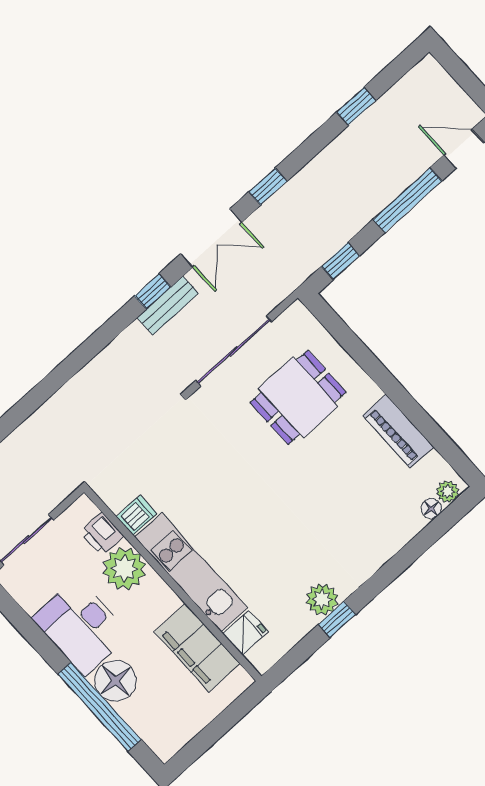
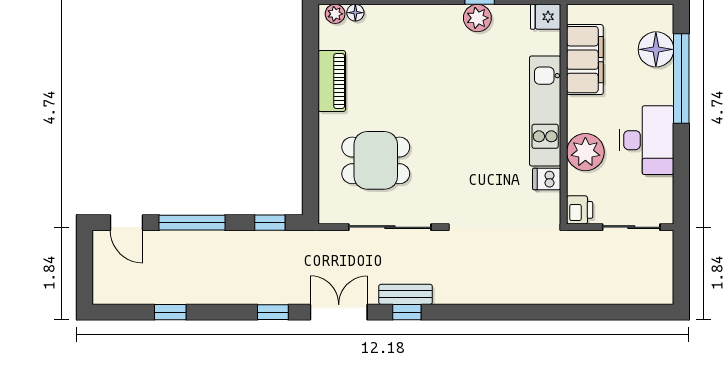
printer: (102, 534) -> (580, 210), moved
fridge: (245, 633) -> (546, 17), moved
floor lamp: (115, 681) -> (656, 49), moved

